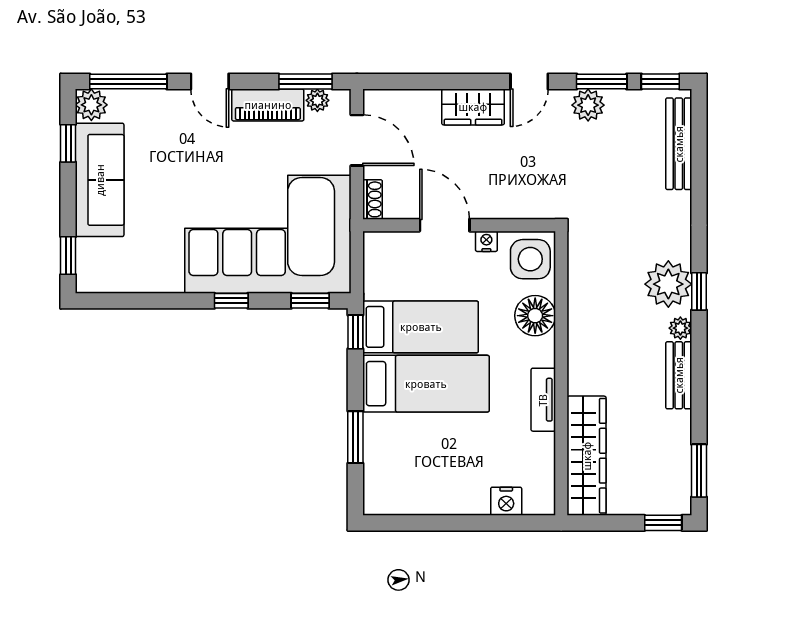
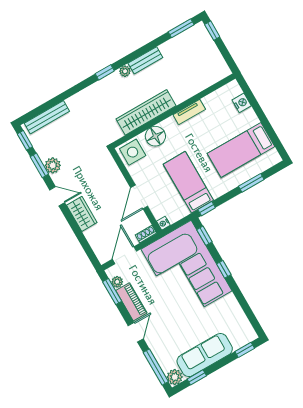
nightstand: (486, 241) -> (163, 223), moved
plant: (668, 284) -> (109, 87), removed
bed: (426, 384) -> (241, 150), moved, turned -90
wardrobe: (587, 456) -> (146, 112), moved

